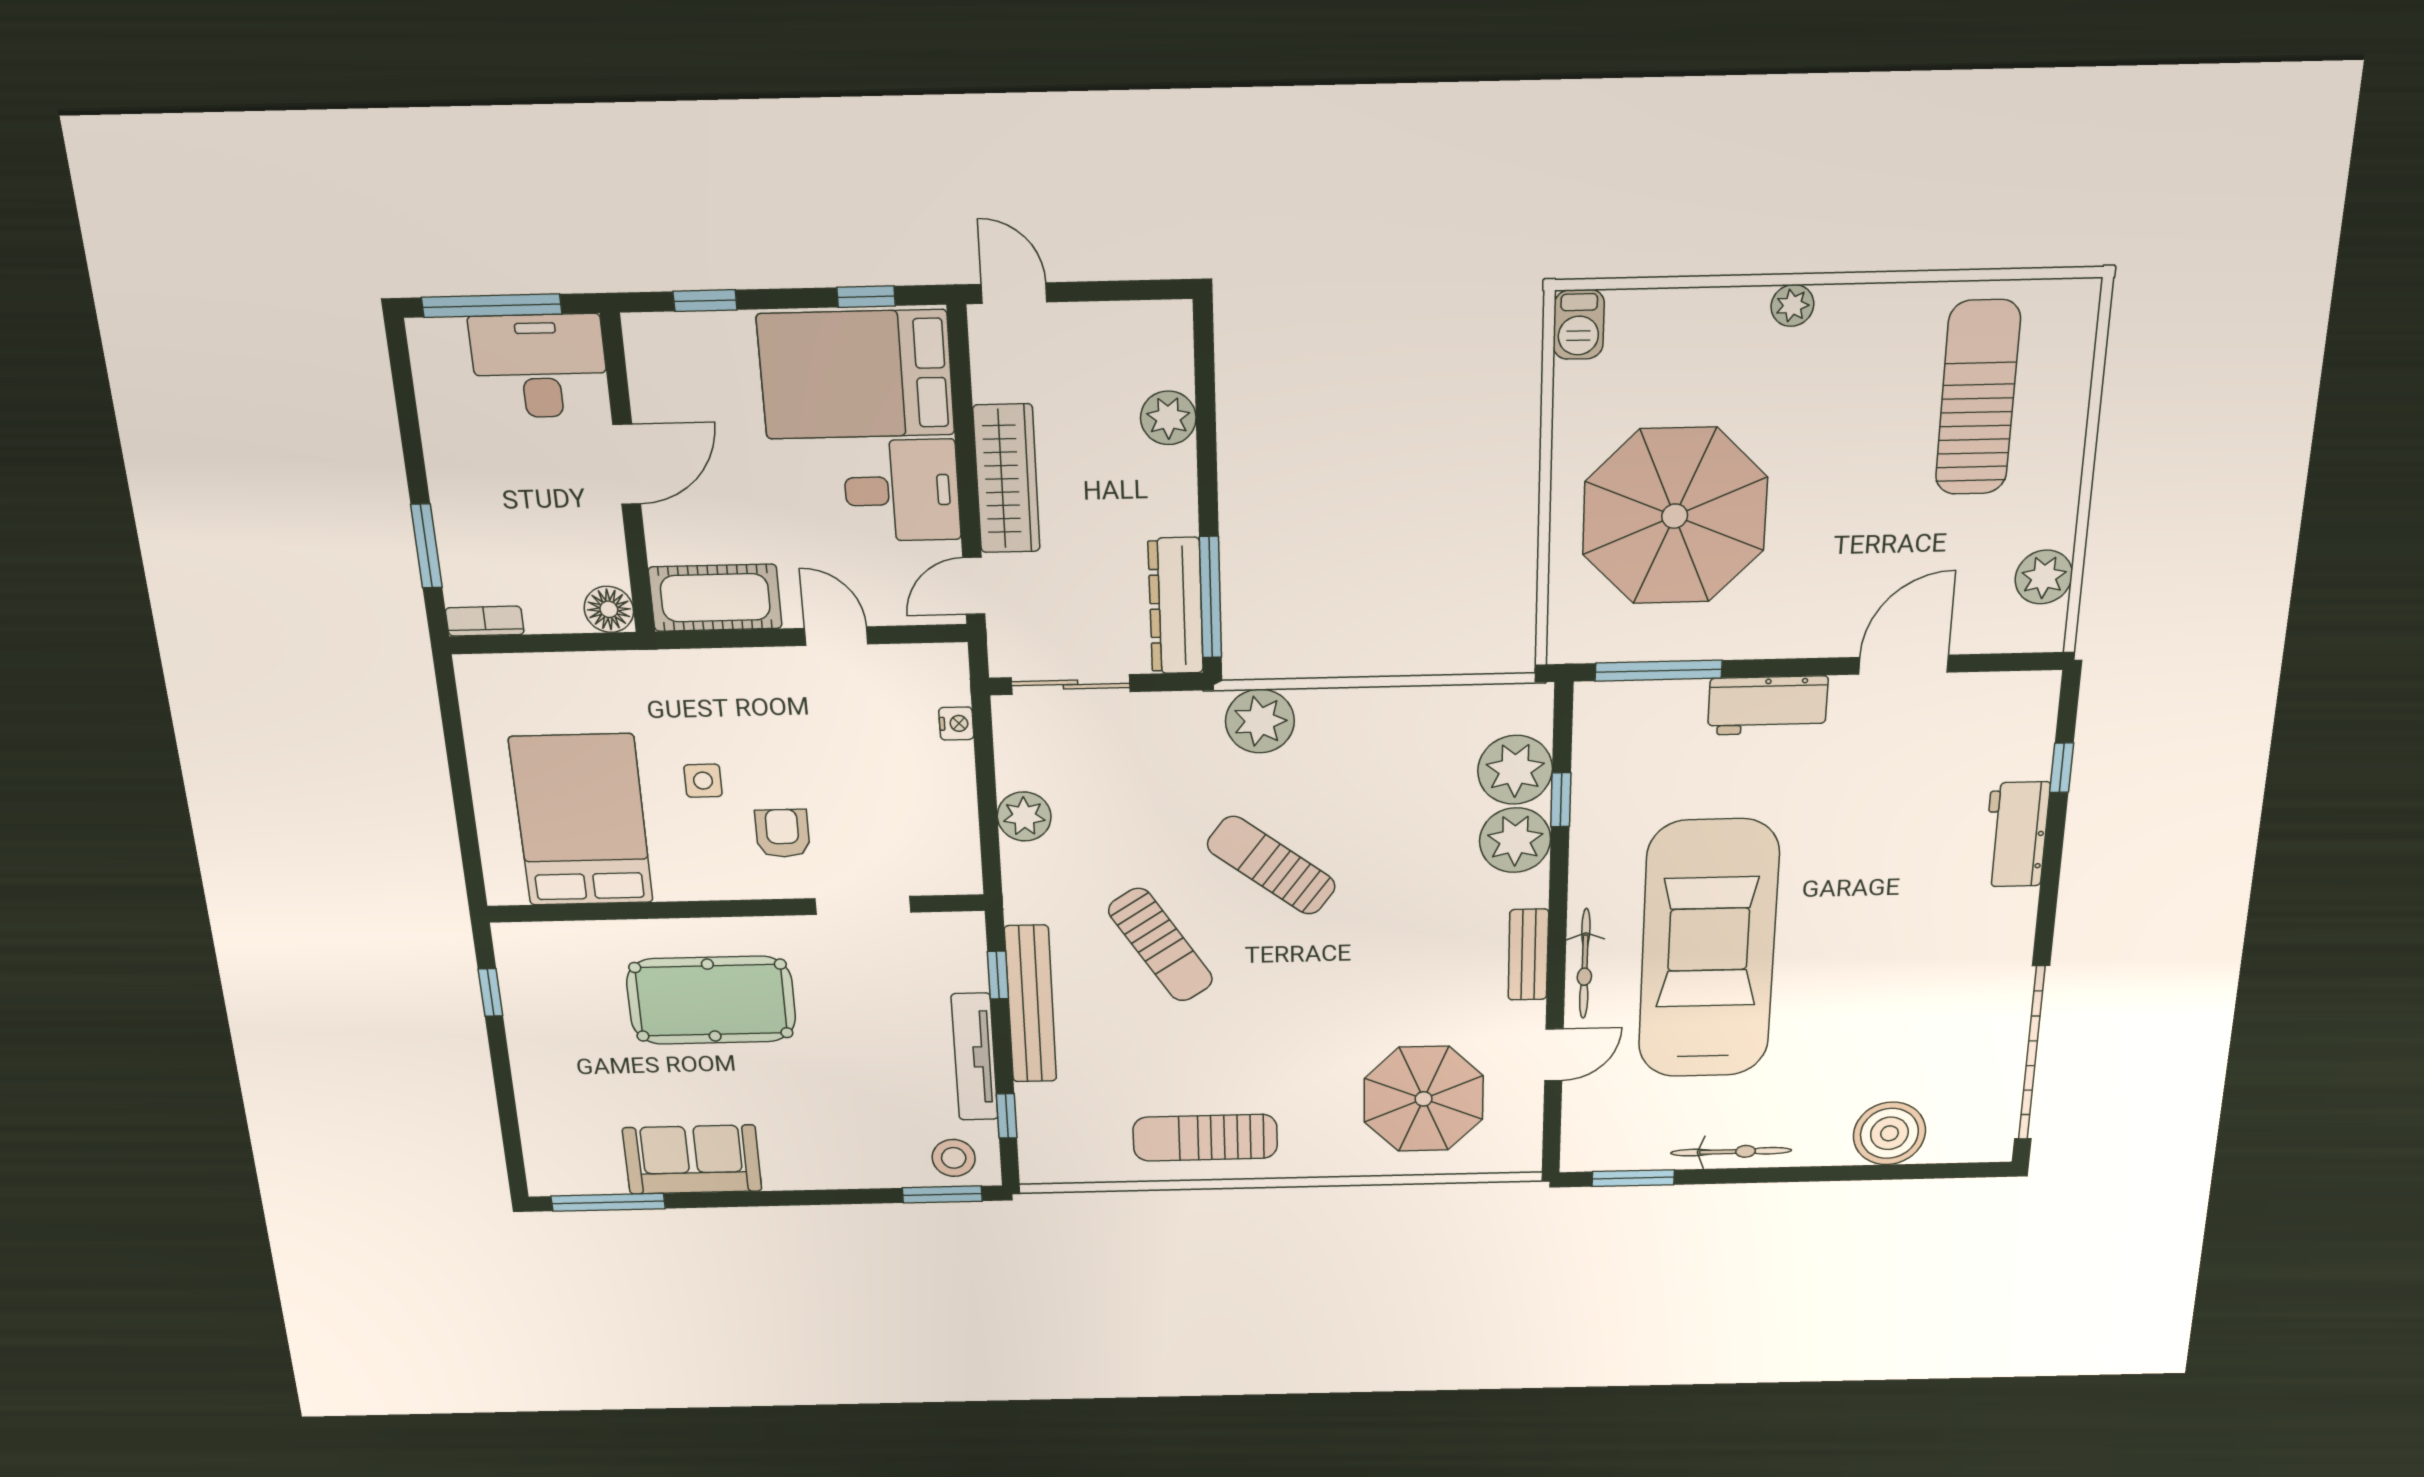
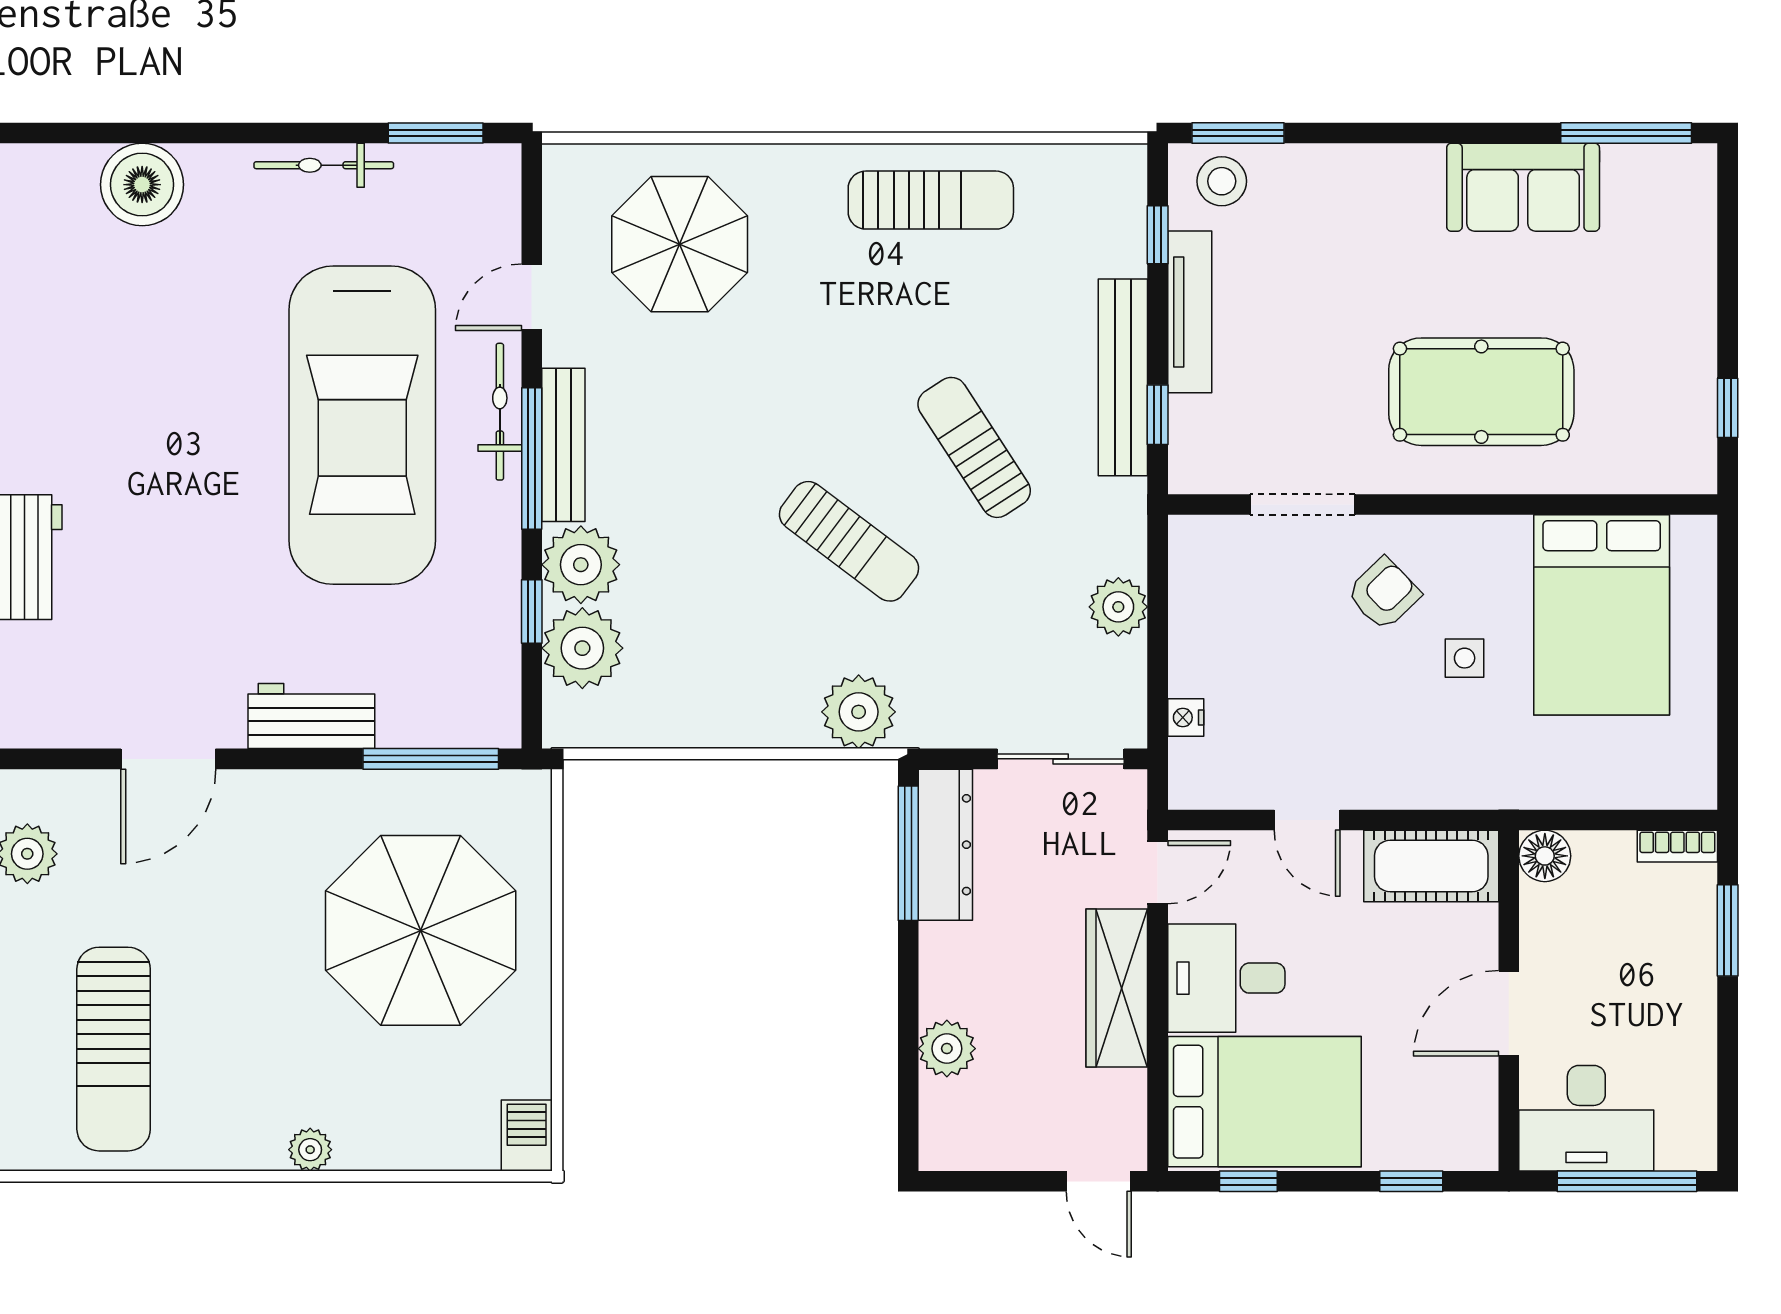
armchair: (783, 833) -> (1384, 594), turned -134
window: (1557, 927) -> (532, 458), added
bench: (1528, 955) -> (563, 445), width x1.36

